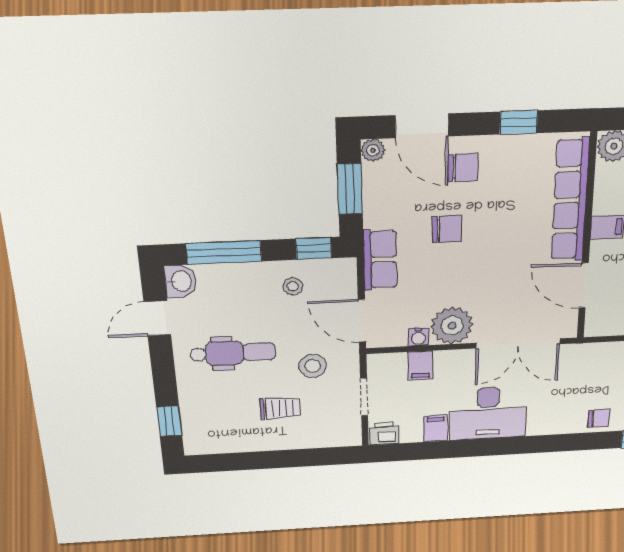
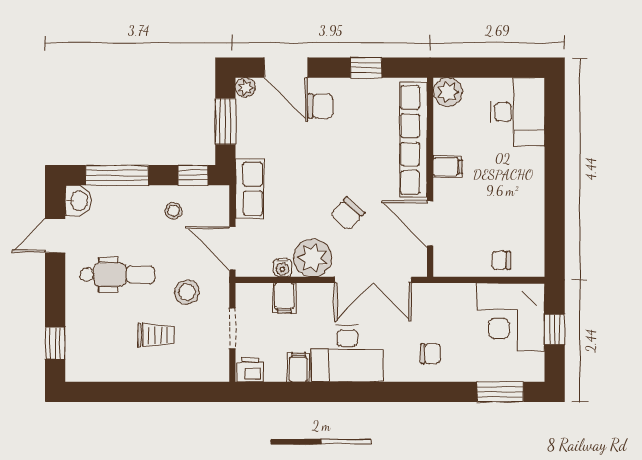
chair: (447, 229) -> (347, 214), moved, turned 132
chair: (599, 418) -> (430, 354), moved

